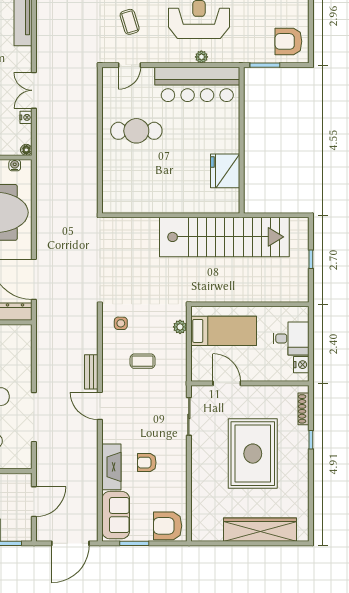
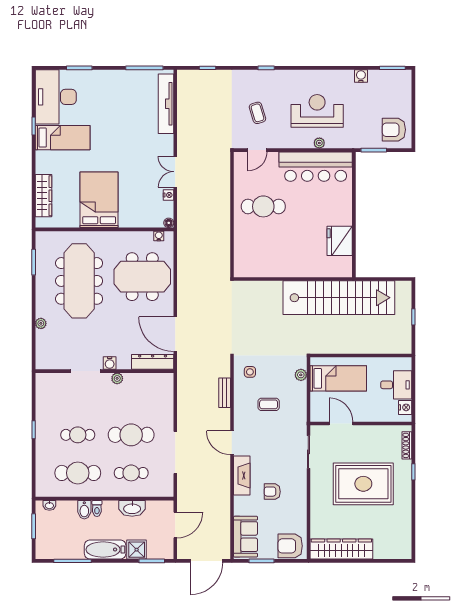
bench: (91, 372) -> (225, 393), moved
rug: (253, 454) -> (363, 484), turned 90
fireplace: (111, 467) -> (242, 475), moved
wardrobe: (260, 530) -> (341, 549), moved

